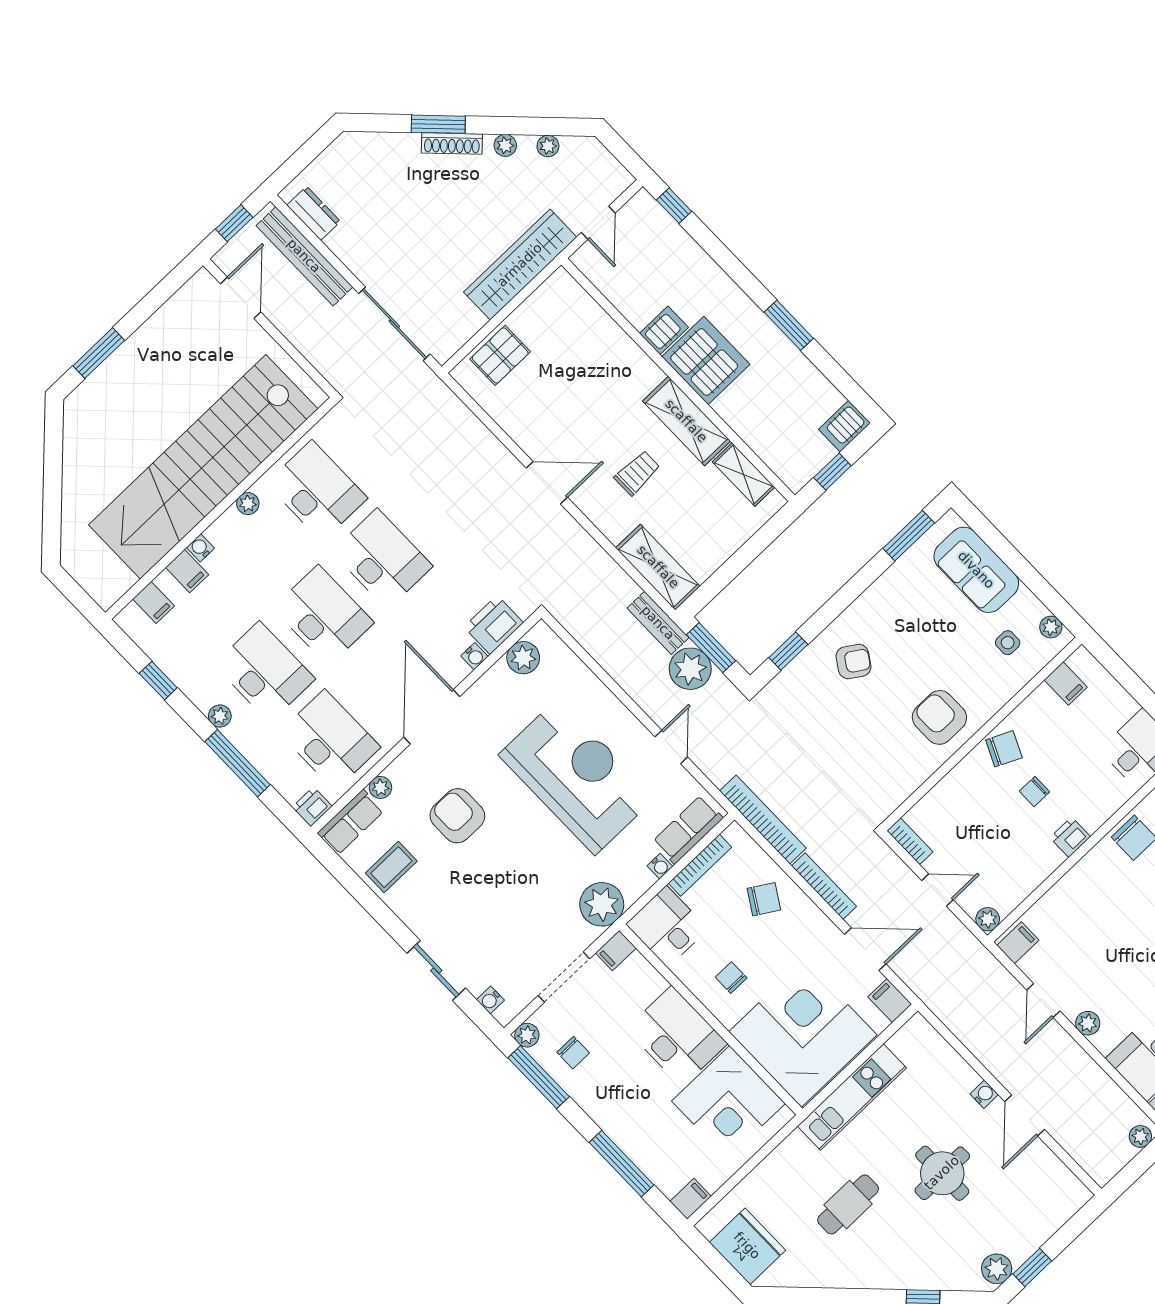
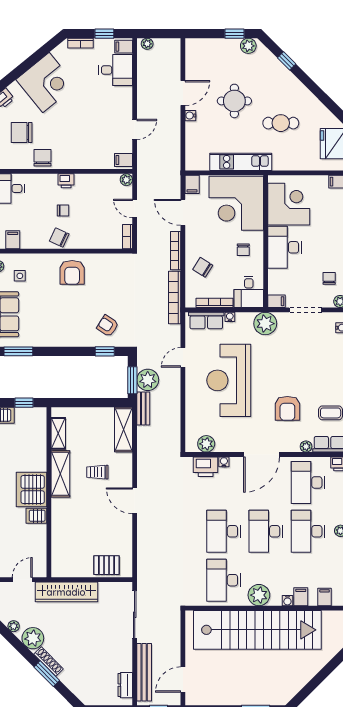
plant: (505, 145) -> (33, 638), width x1.87, depth x1.87
plant: (248, 504) -> (259, 595), width x1.87, depth x1.87
armchair: (853, 662) -> (108, 326), moved
plant: (1088, 1023) -> (126, 105), removed

